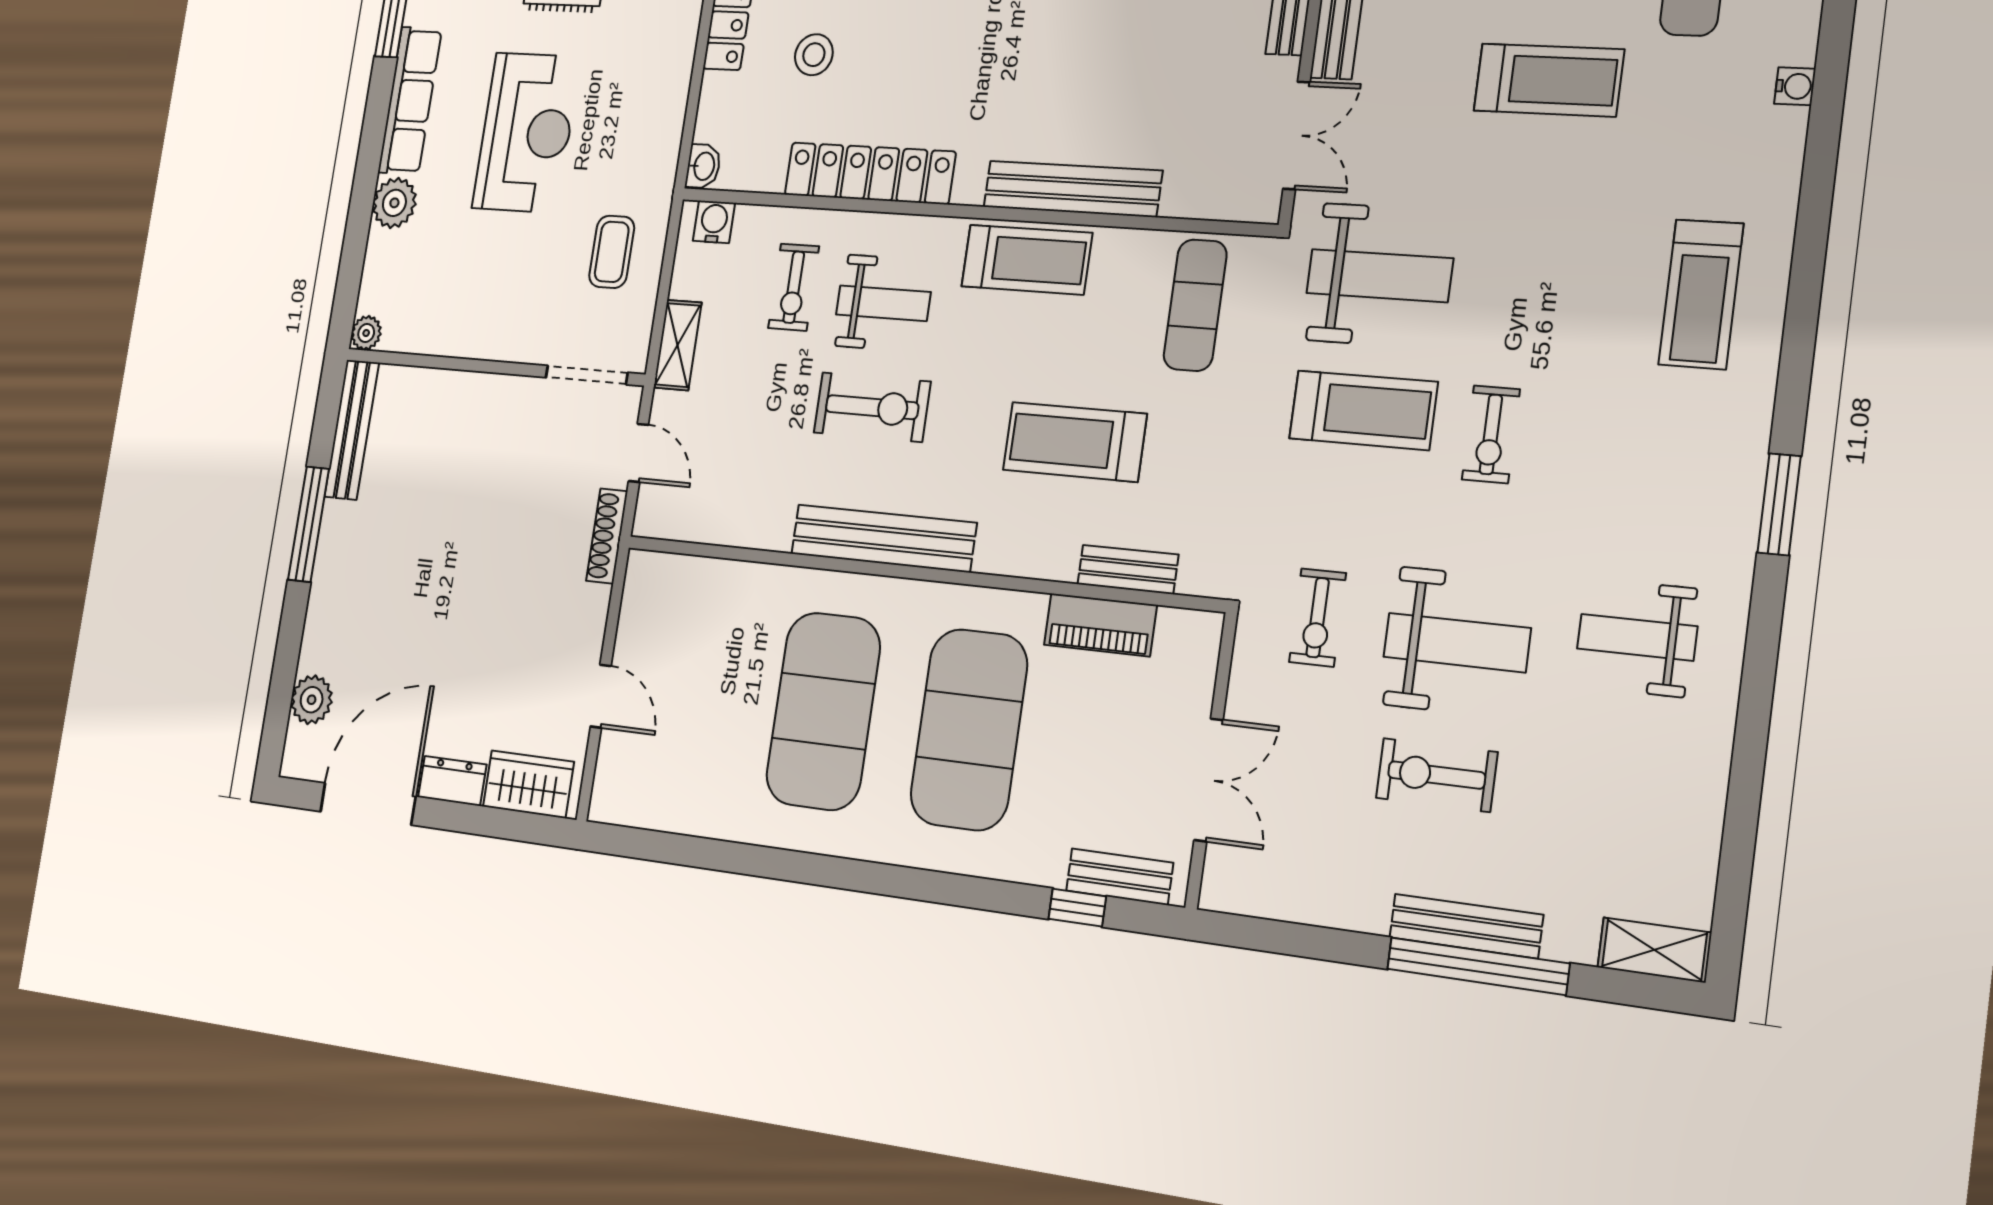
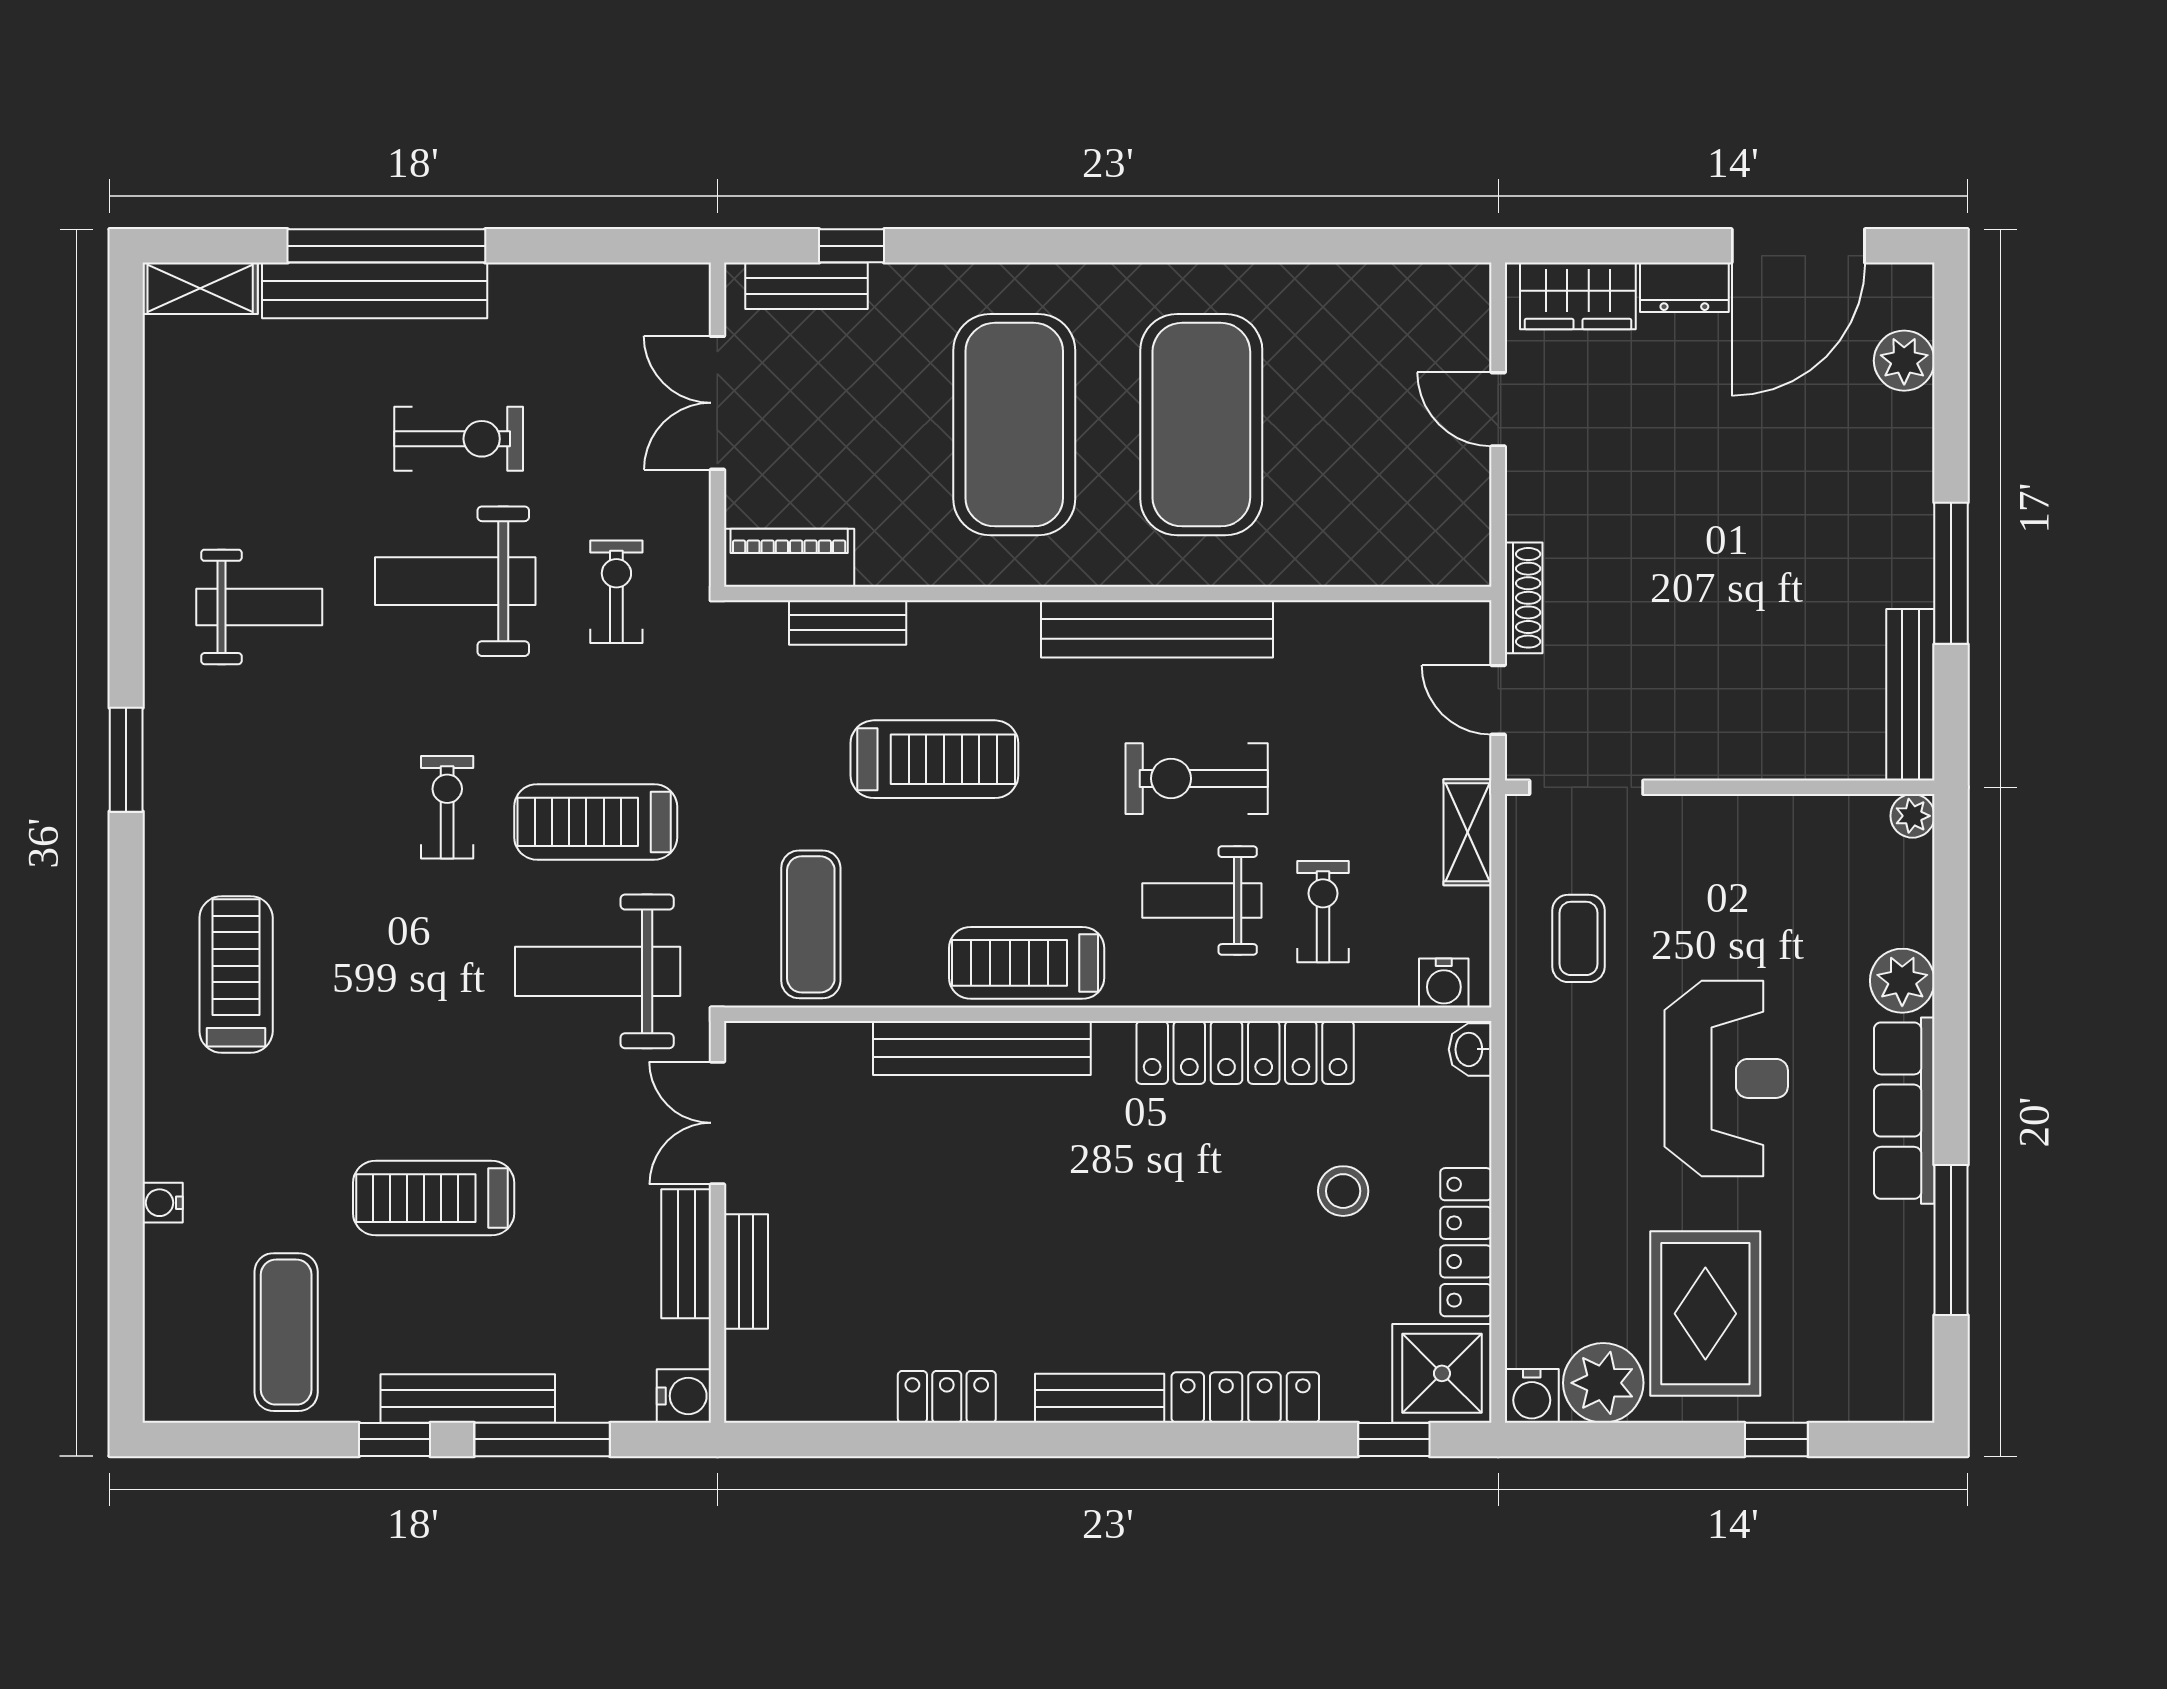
reception desk: (526, 133) -> (1726, 1078), turned 180
piano: (1100, 625) -> (789, 558), moved
bench: (1466, 926) -> (375, 290), width x1.37, depth x1.21

